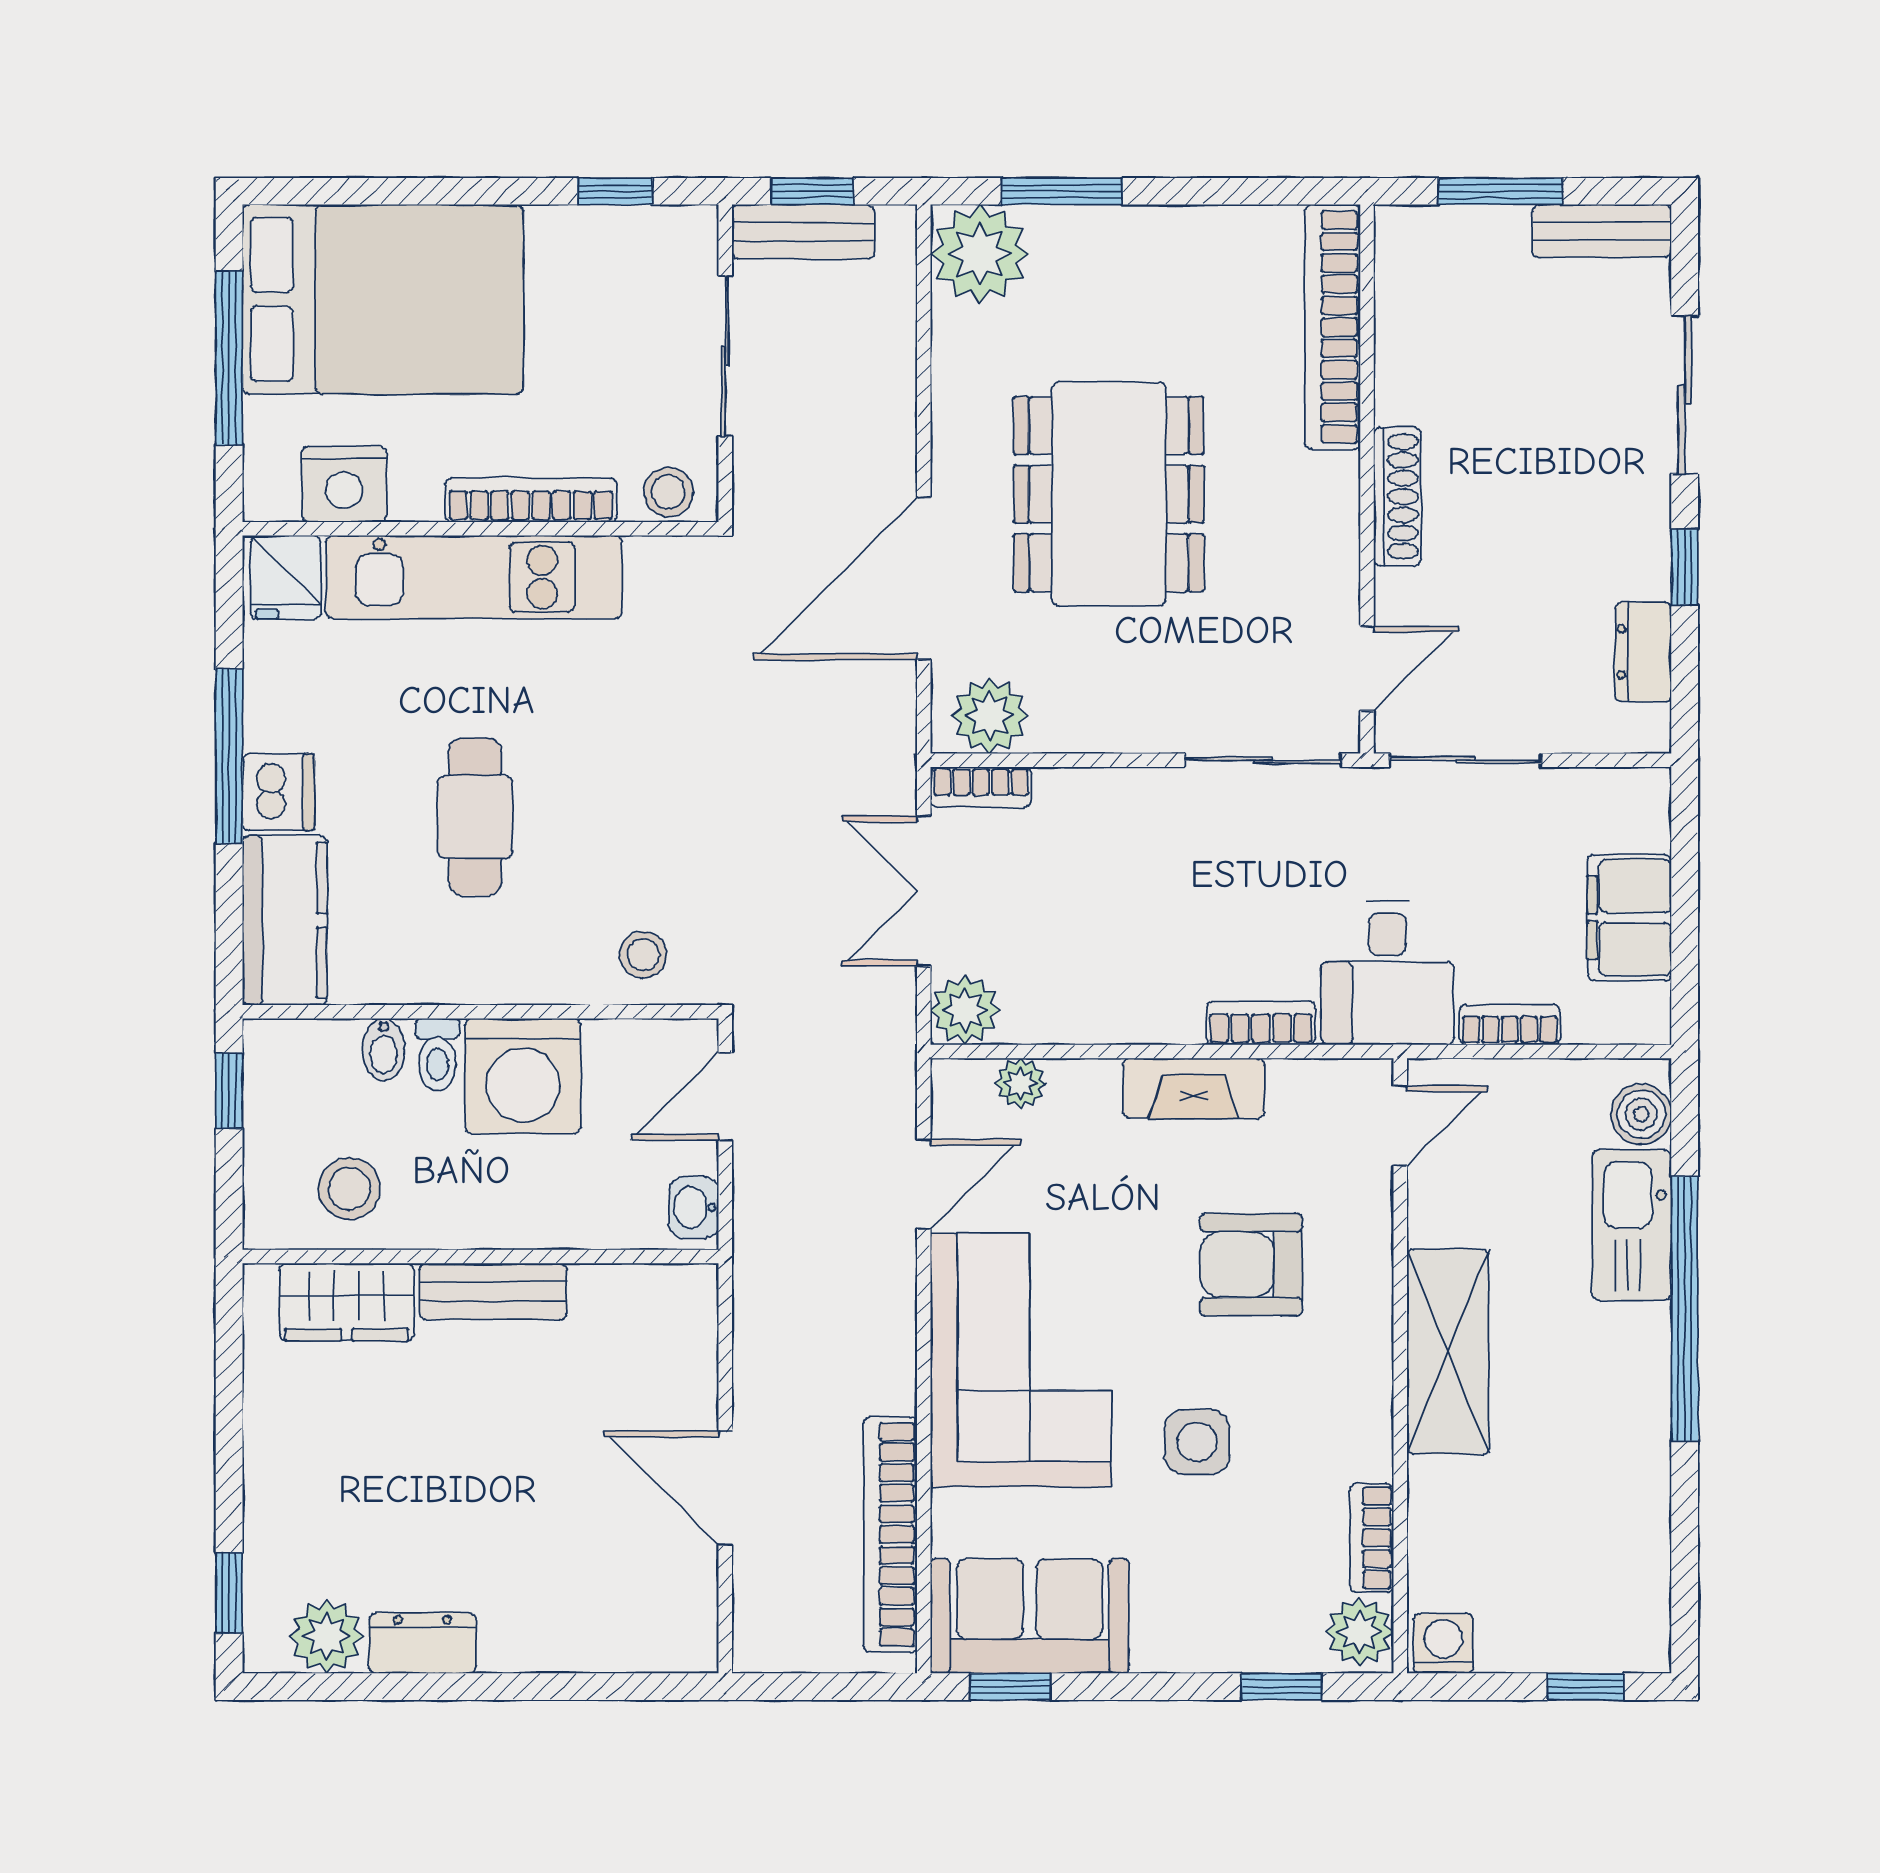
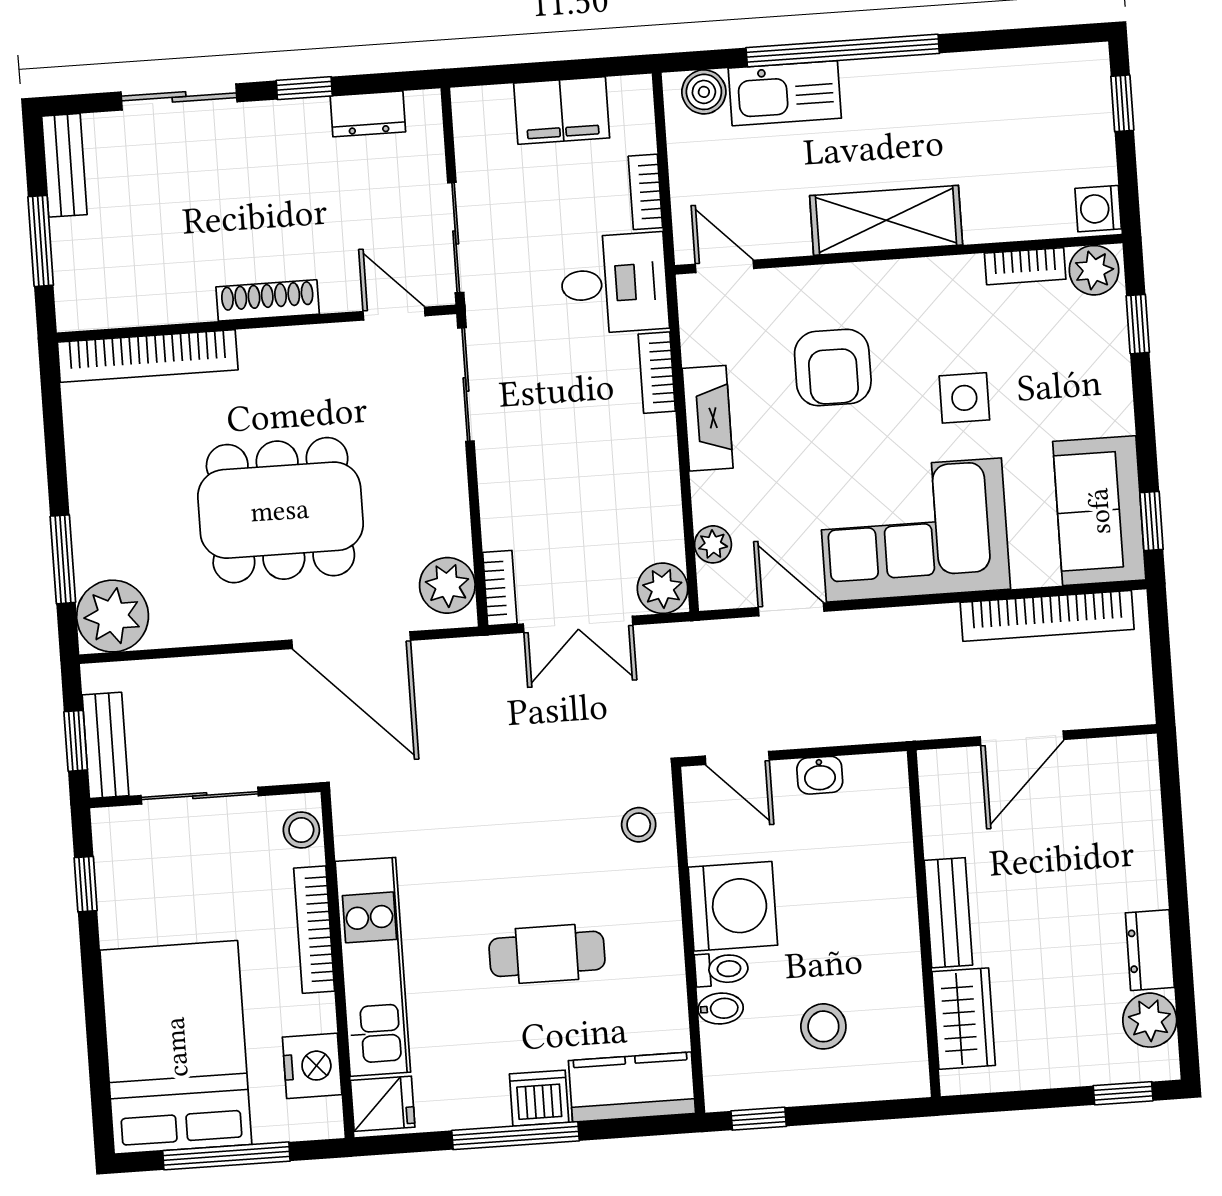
wall: (480, 1257) -> (924, 924), moved
bench: (493, 1291) -> (948, 913), moved
wardrobe: (347, 1302) -> (964, 1019), moved

